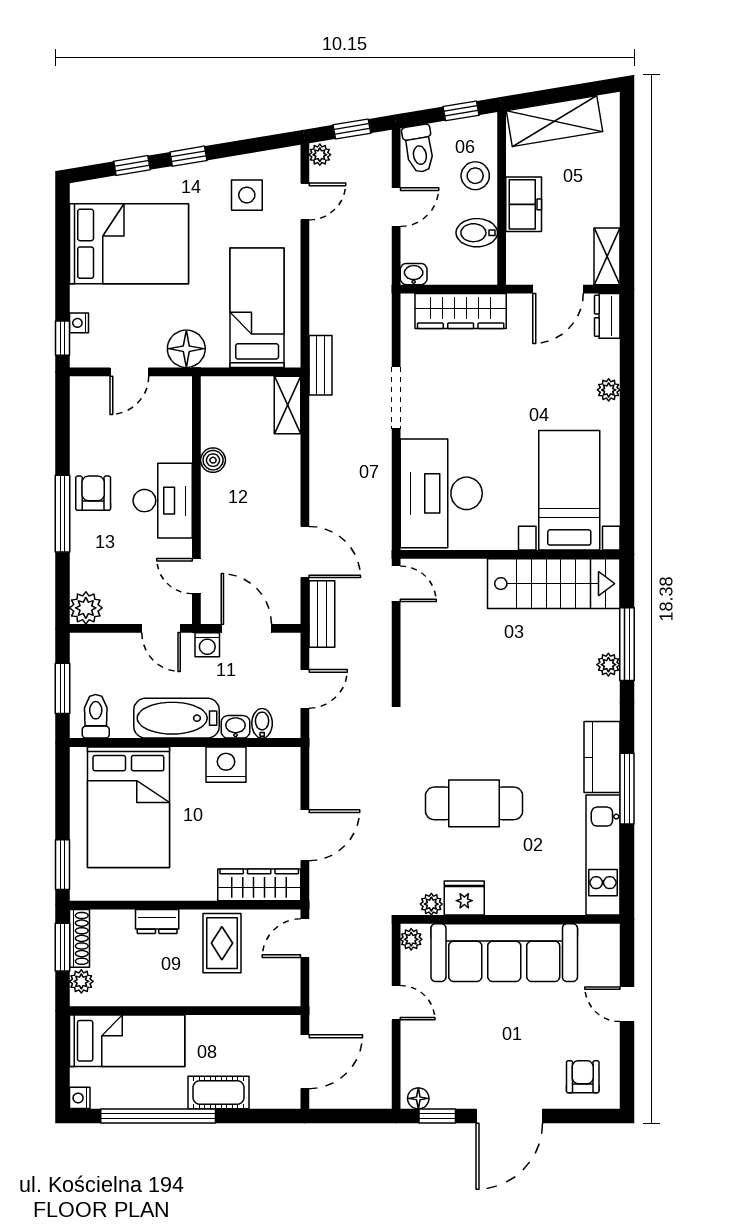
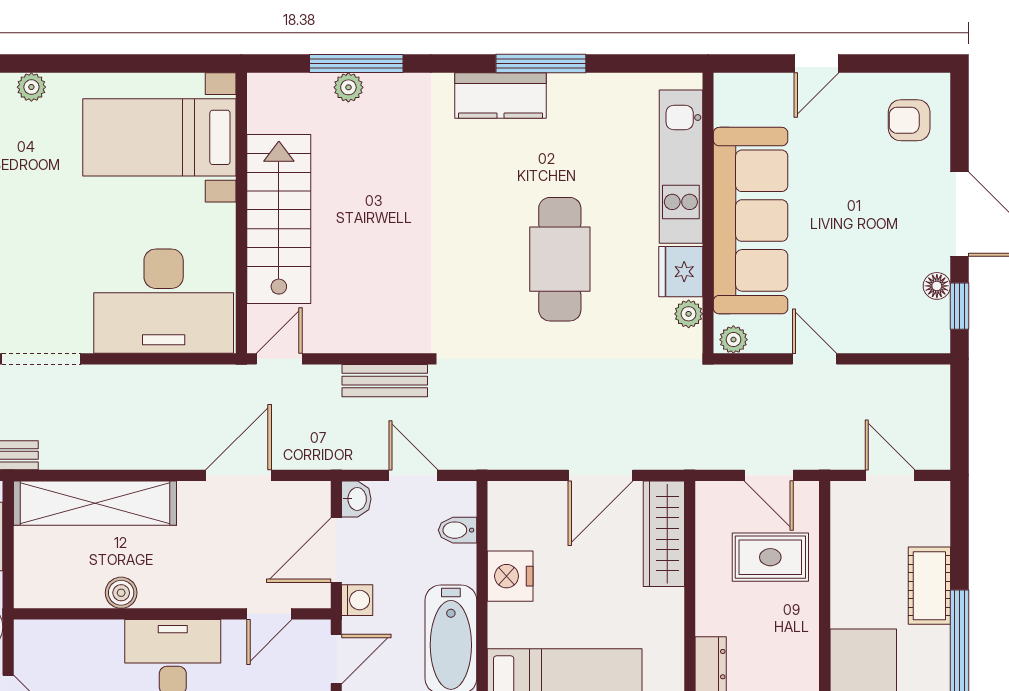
shelving: (287, 405) -> (95, 503), width x2.20, depth x1.33
stairs: (554, 584) -> (279, 219), moved
bench: (322, 614) -> (385, 381), moved
plant: (608, 665) -> (348, 87), moved
washbasin: (236, 727) -> (356, 499), moved, turned 180
door: (305, 835) -> (600, 475), swing flipped
kitchen unit: (603, 855) -> (681, 167), moved, turned 90
door: (305, 938) -> (769, 475), moved
rug: (222, 943) -> (770, 557), moved
door: (396, 1003) -> (814, 359), hinge flipped
door: (305, 1062) -> (890, 475), width x0.73
floor lamp: (418, 1098) -> (937, 286), moved

